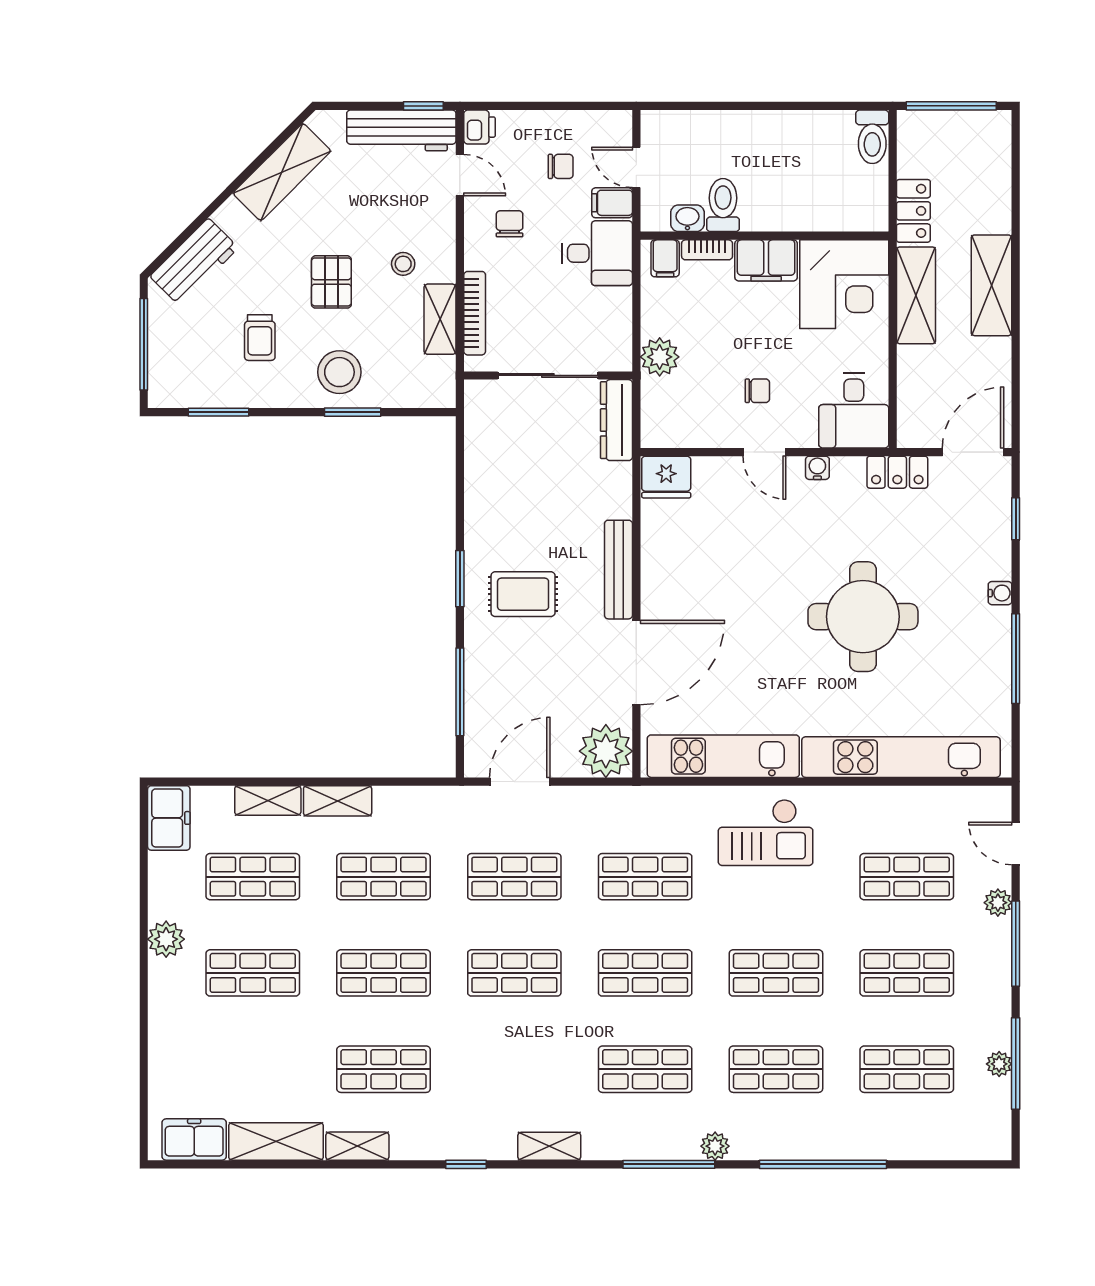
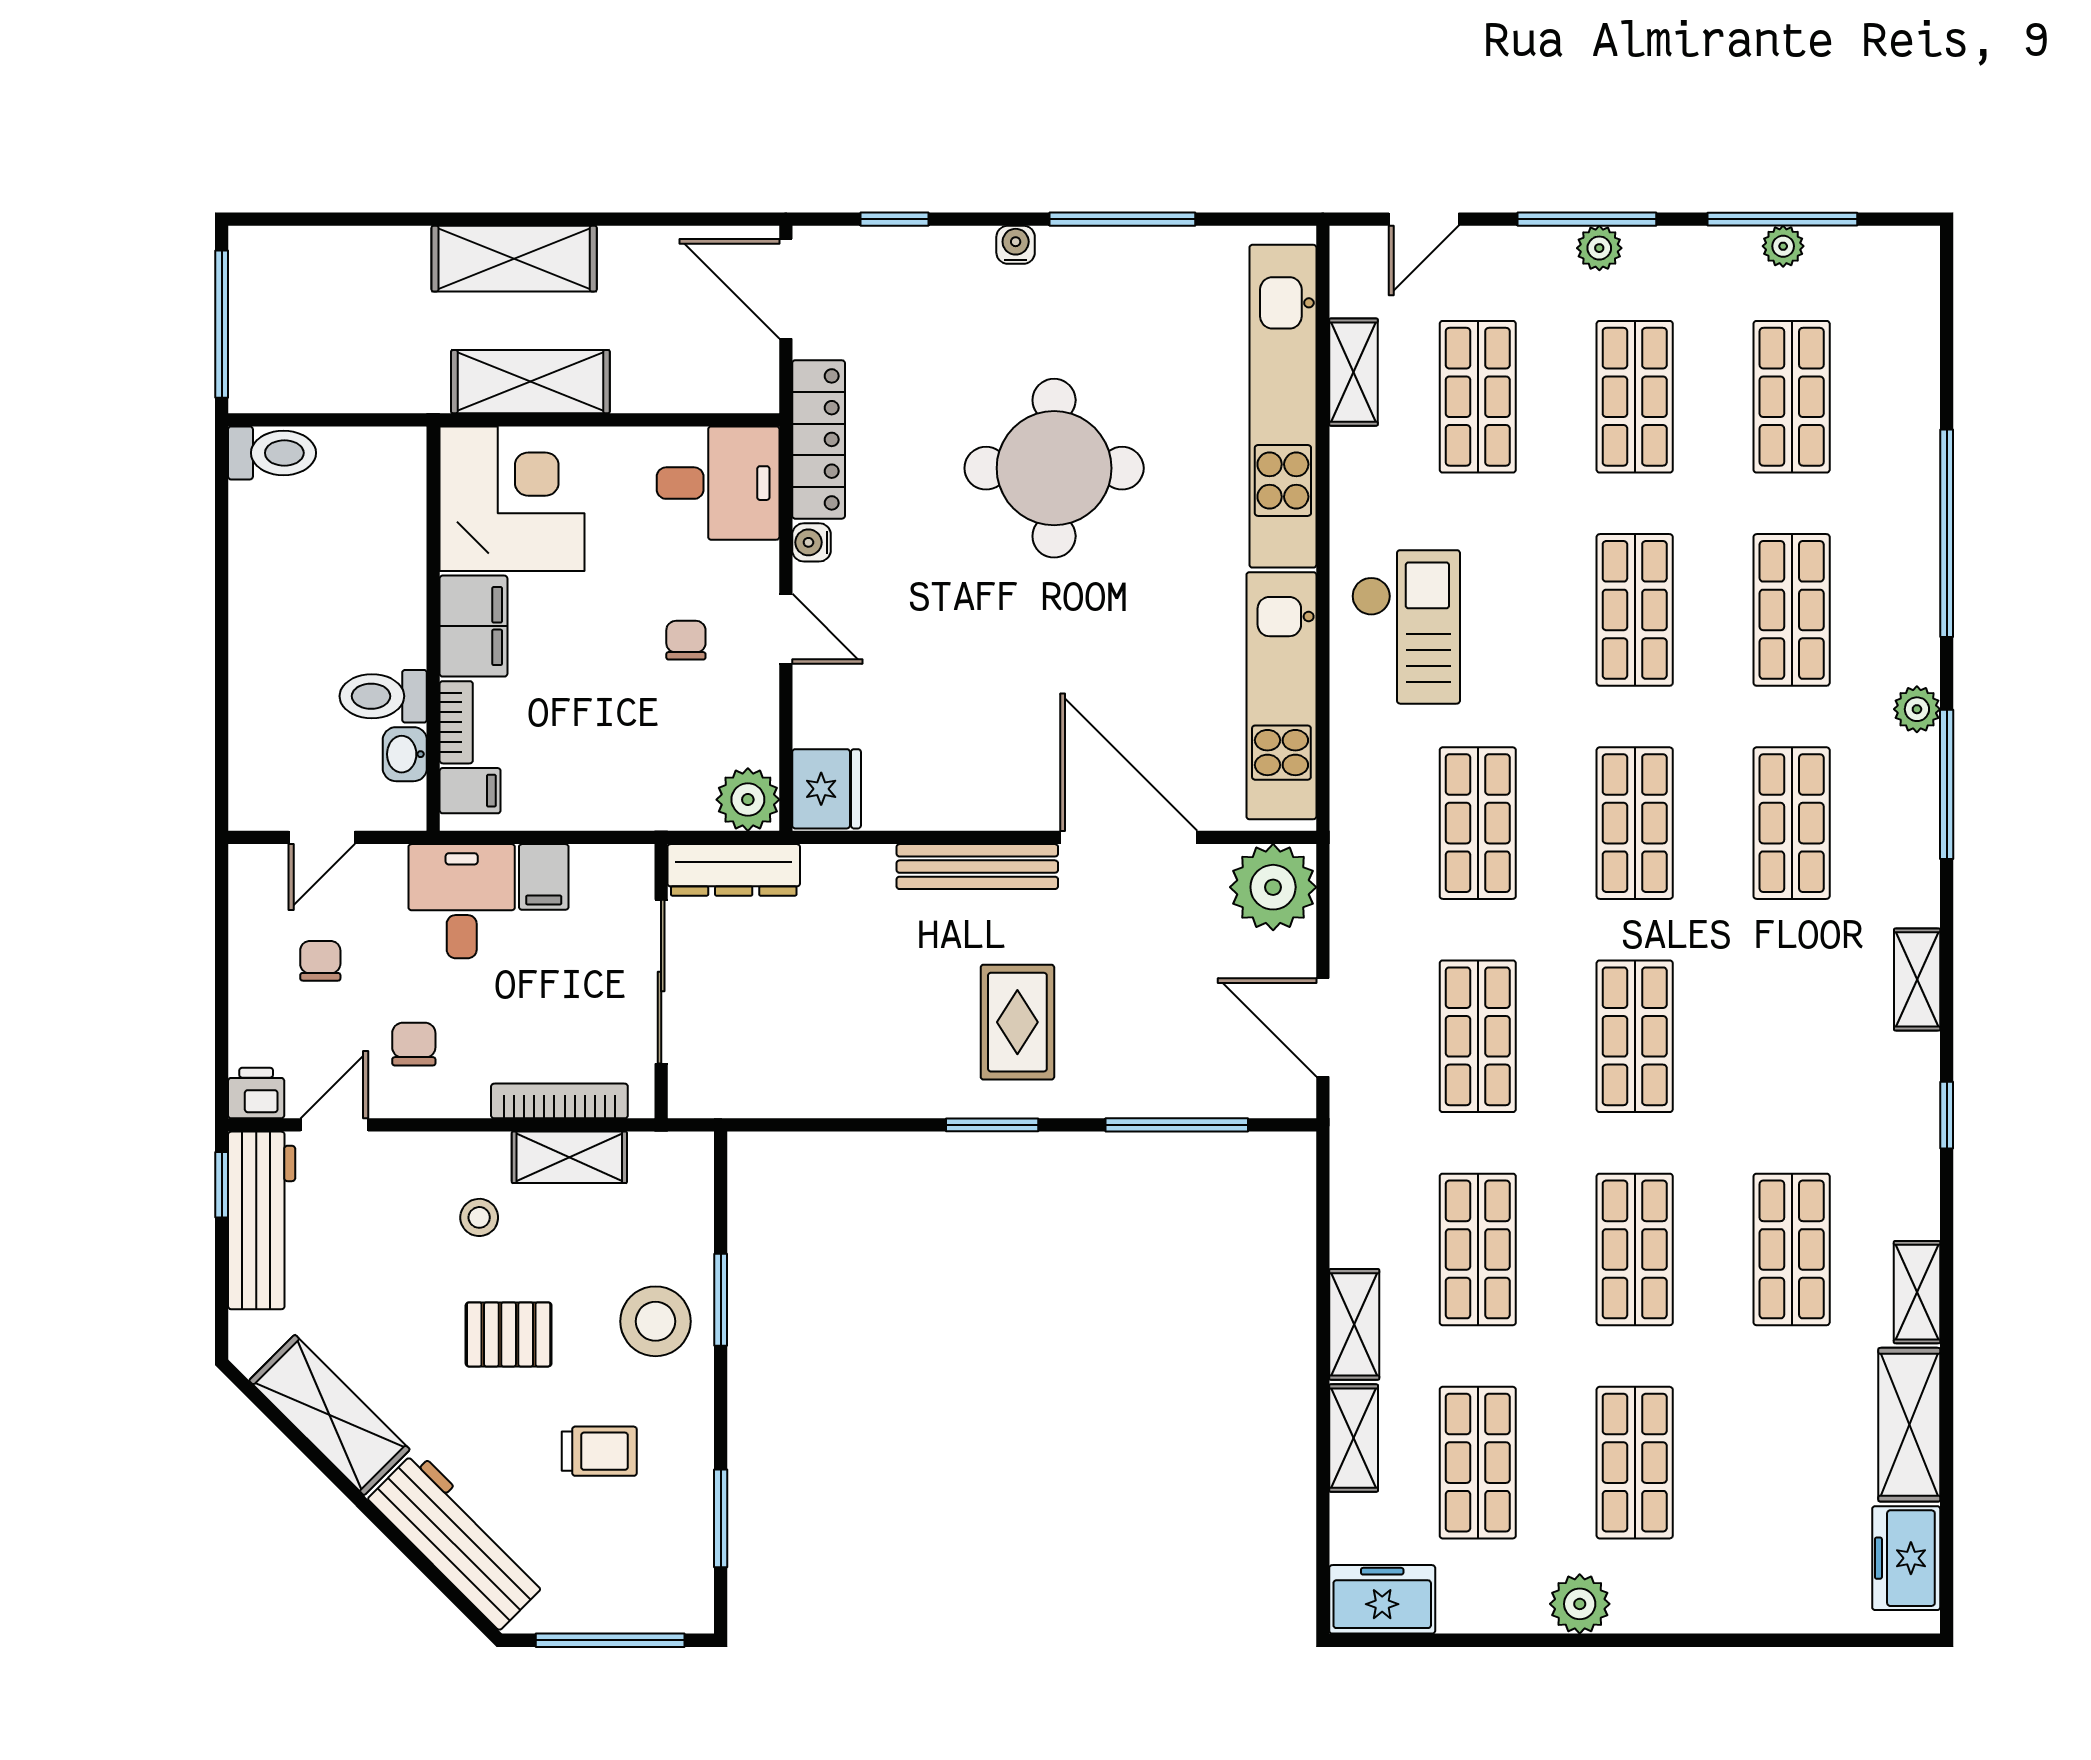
filing cabinet: (612, 203) -> (544, 877), moved
locker: (913, 211) -> (393, 386), removed
chair: (510, 224) -> (414, 1044), turned 90
workbench: (194, 262) -> (458, 1540), width x1.38
plant: (660, 357) -> (748, 800), moved
door: (764, 452) -> (786, 629), hinge flipped
locker: (897, 472) -> (819, 439), width x1.53
shelving: (922, 800) -> (1353, 372), added
plant: (998, 903) -> (1599, 248), moved

